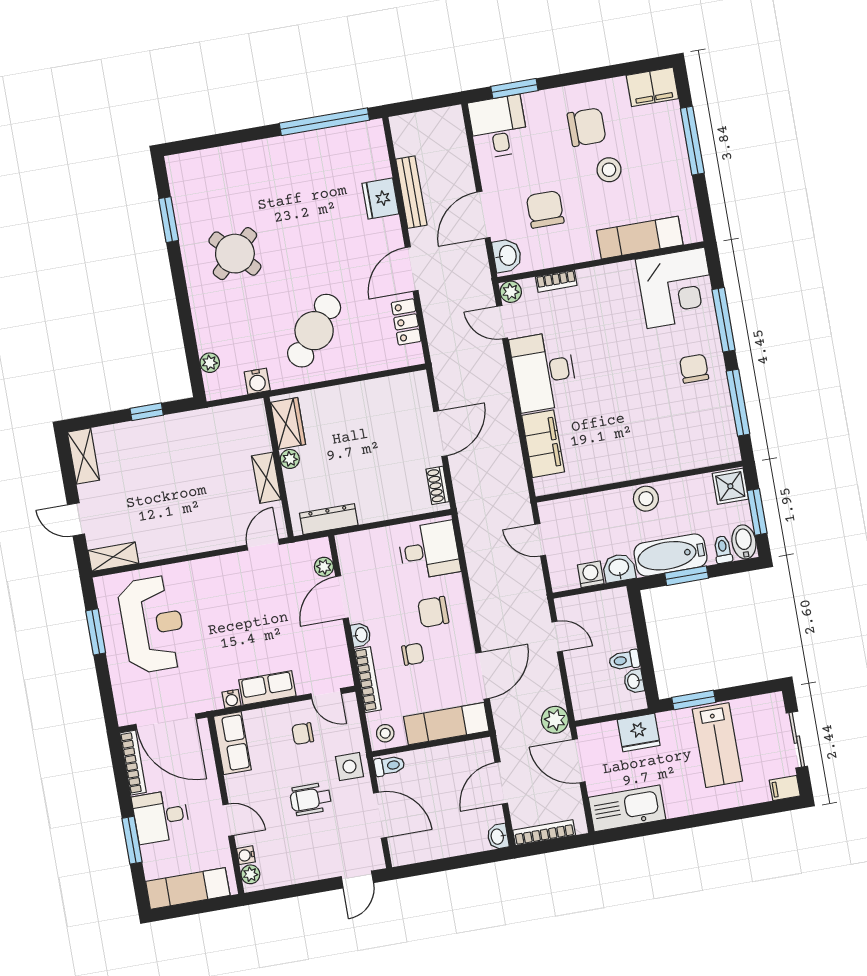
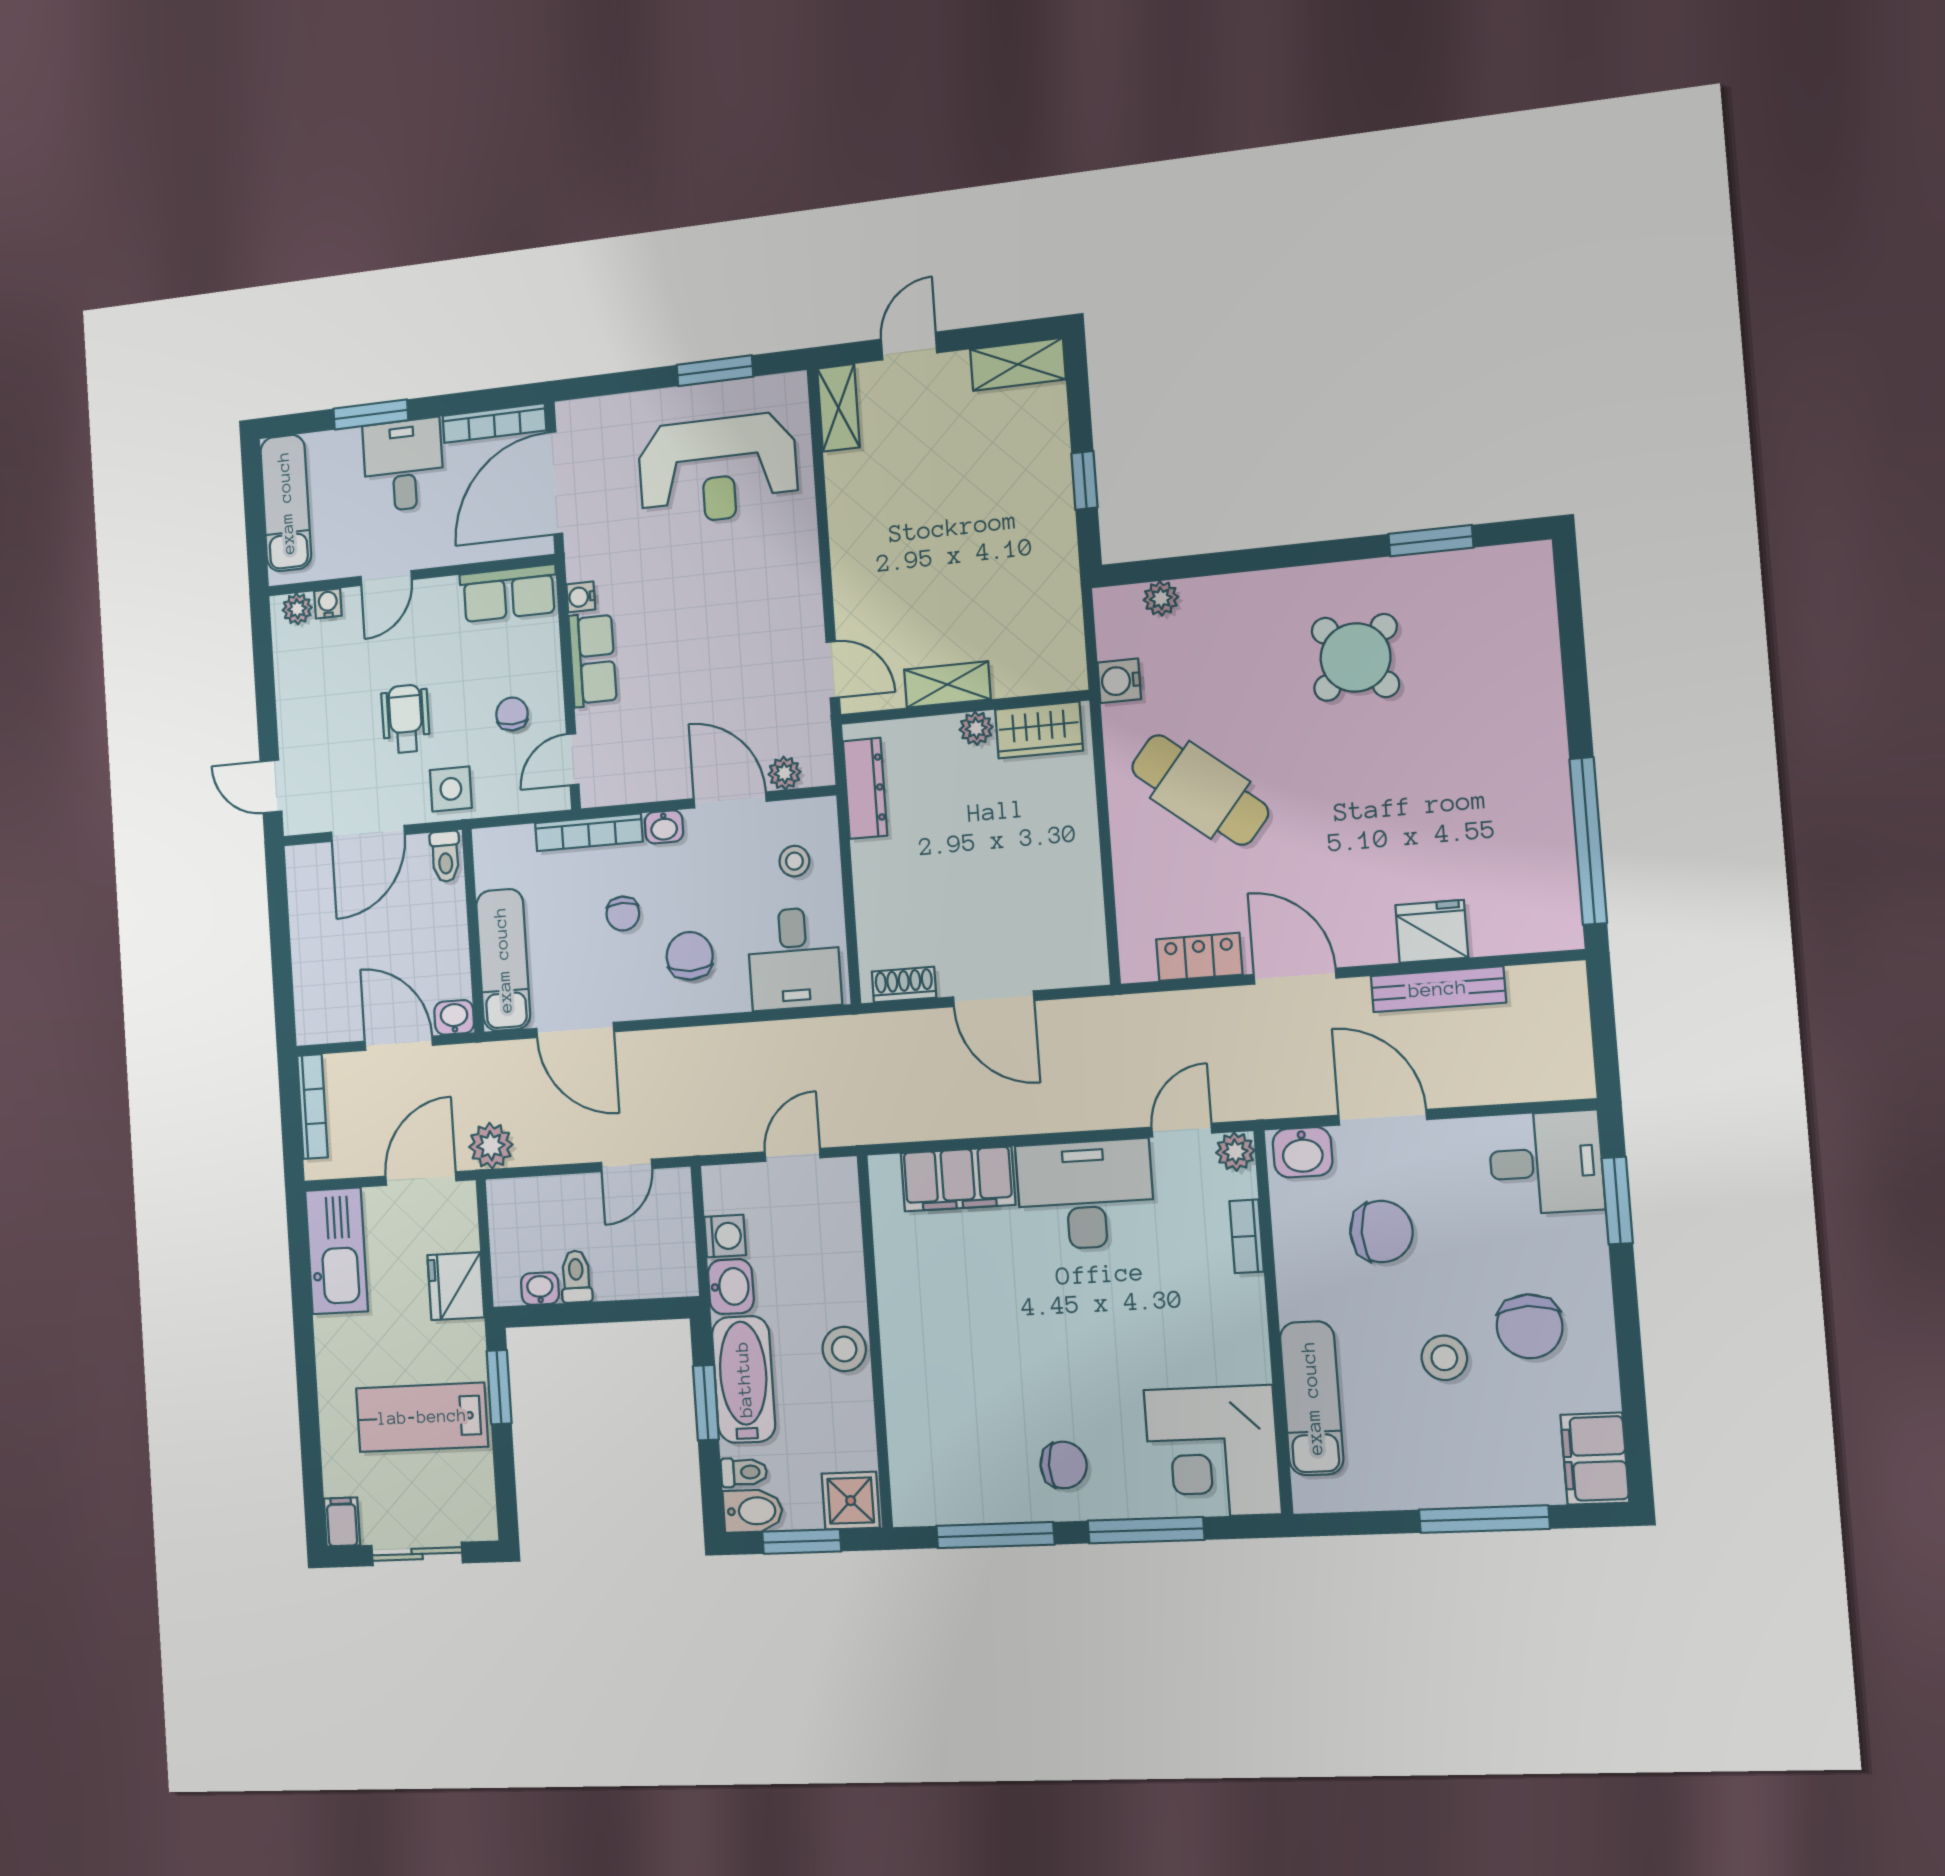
stool: (385, 733) -> (794, 861), moved
washbasin: (498, 837) -> (454, 1017), moved

